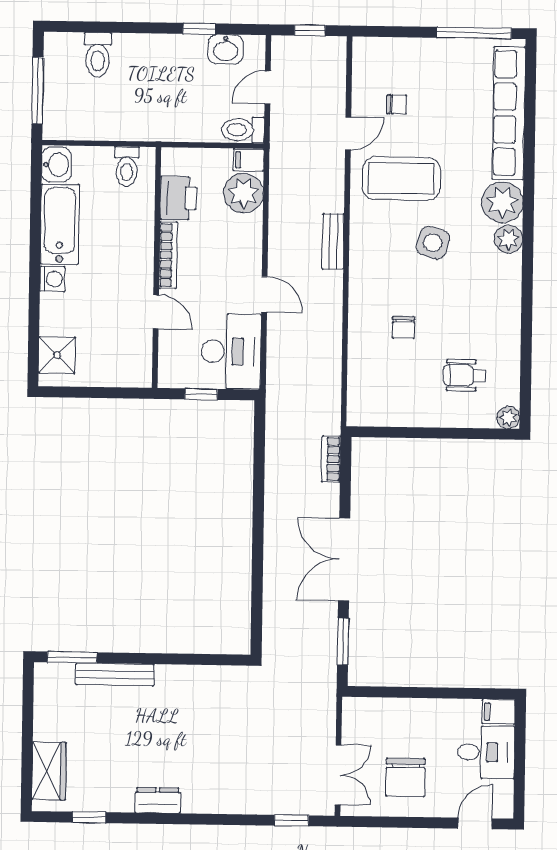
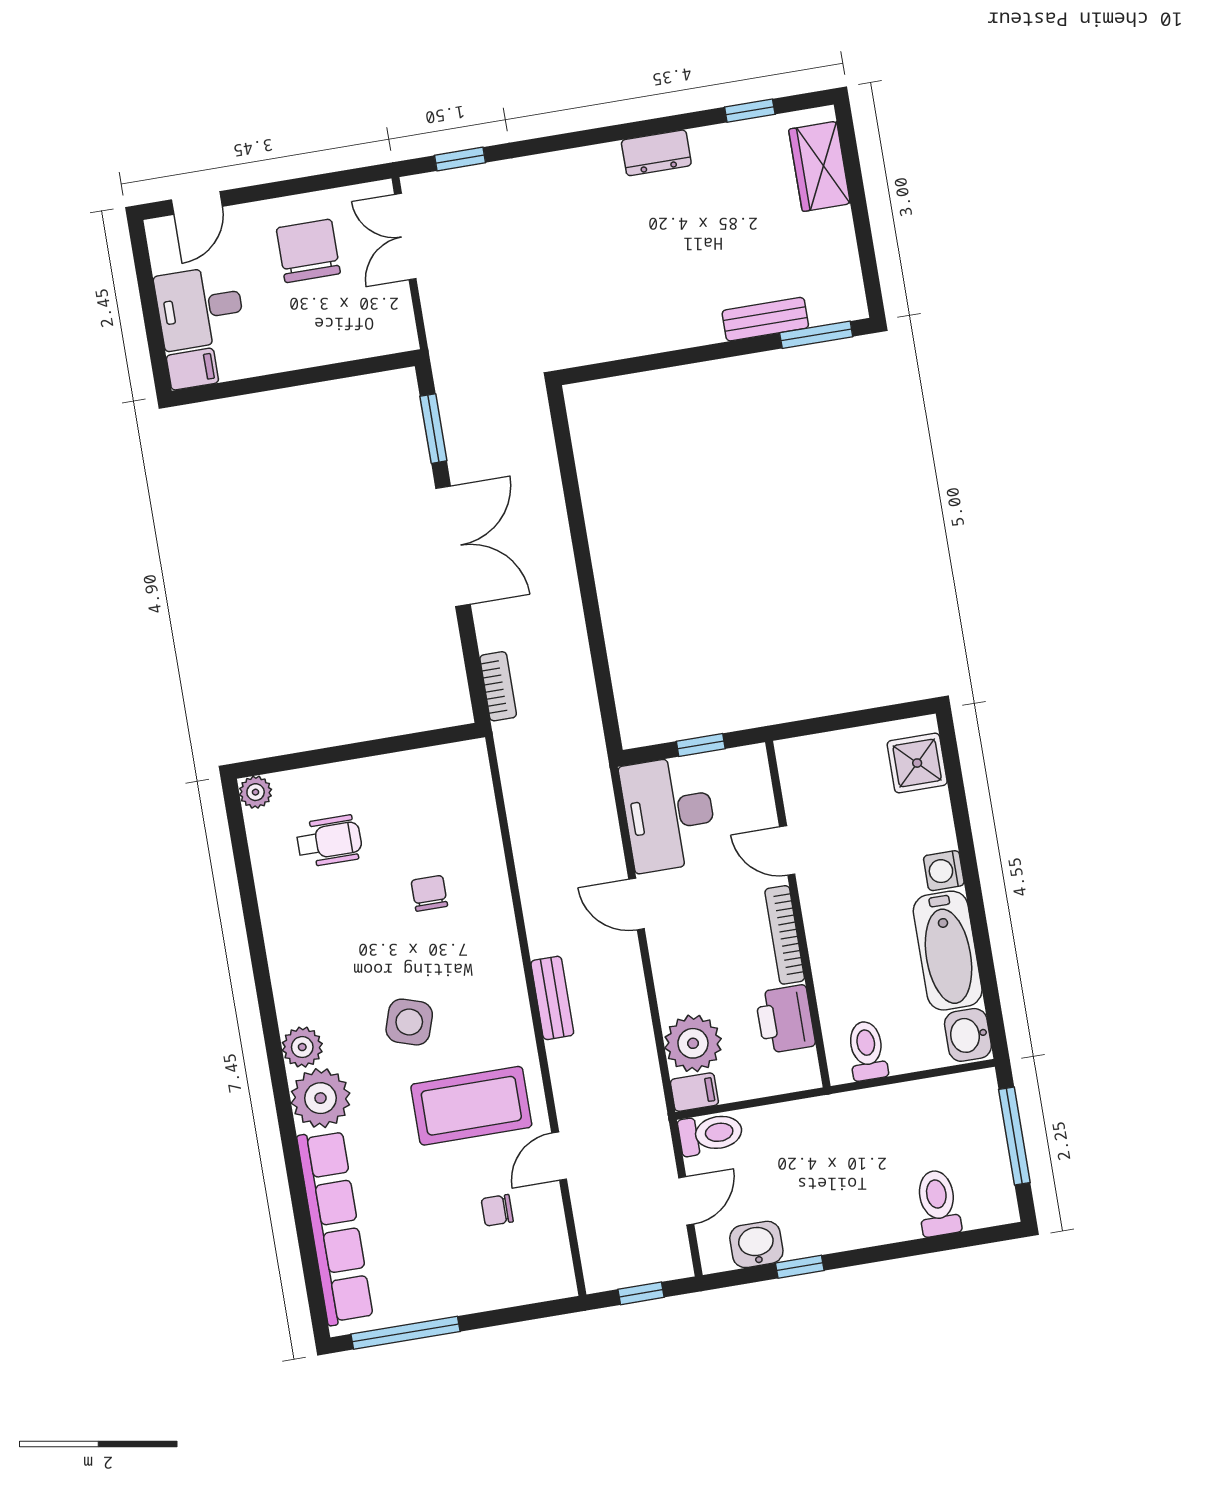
bench: (115, 674) -> (765, 319), width x0.73

